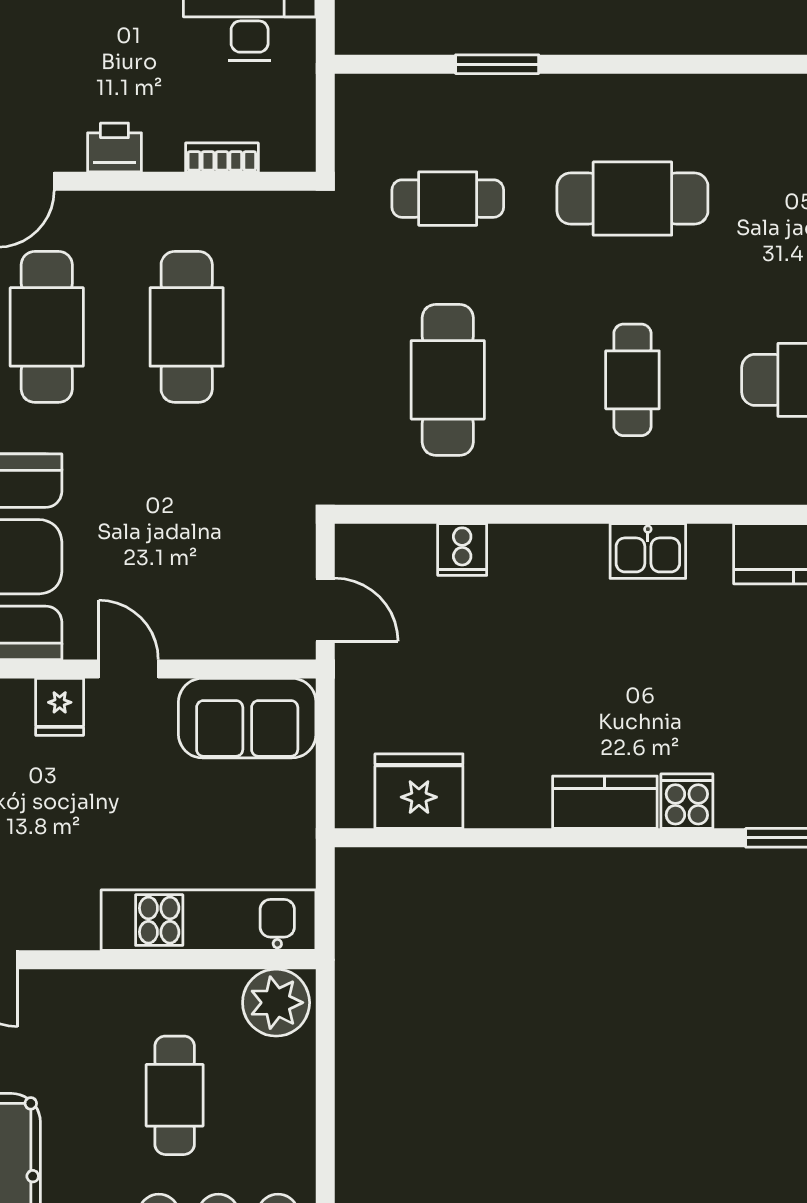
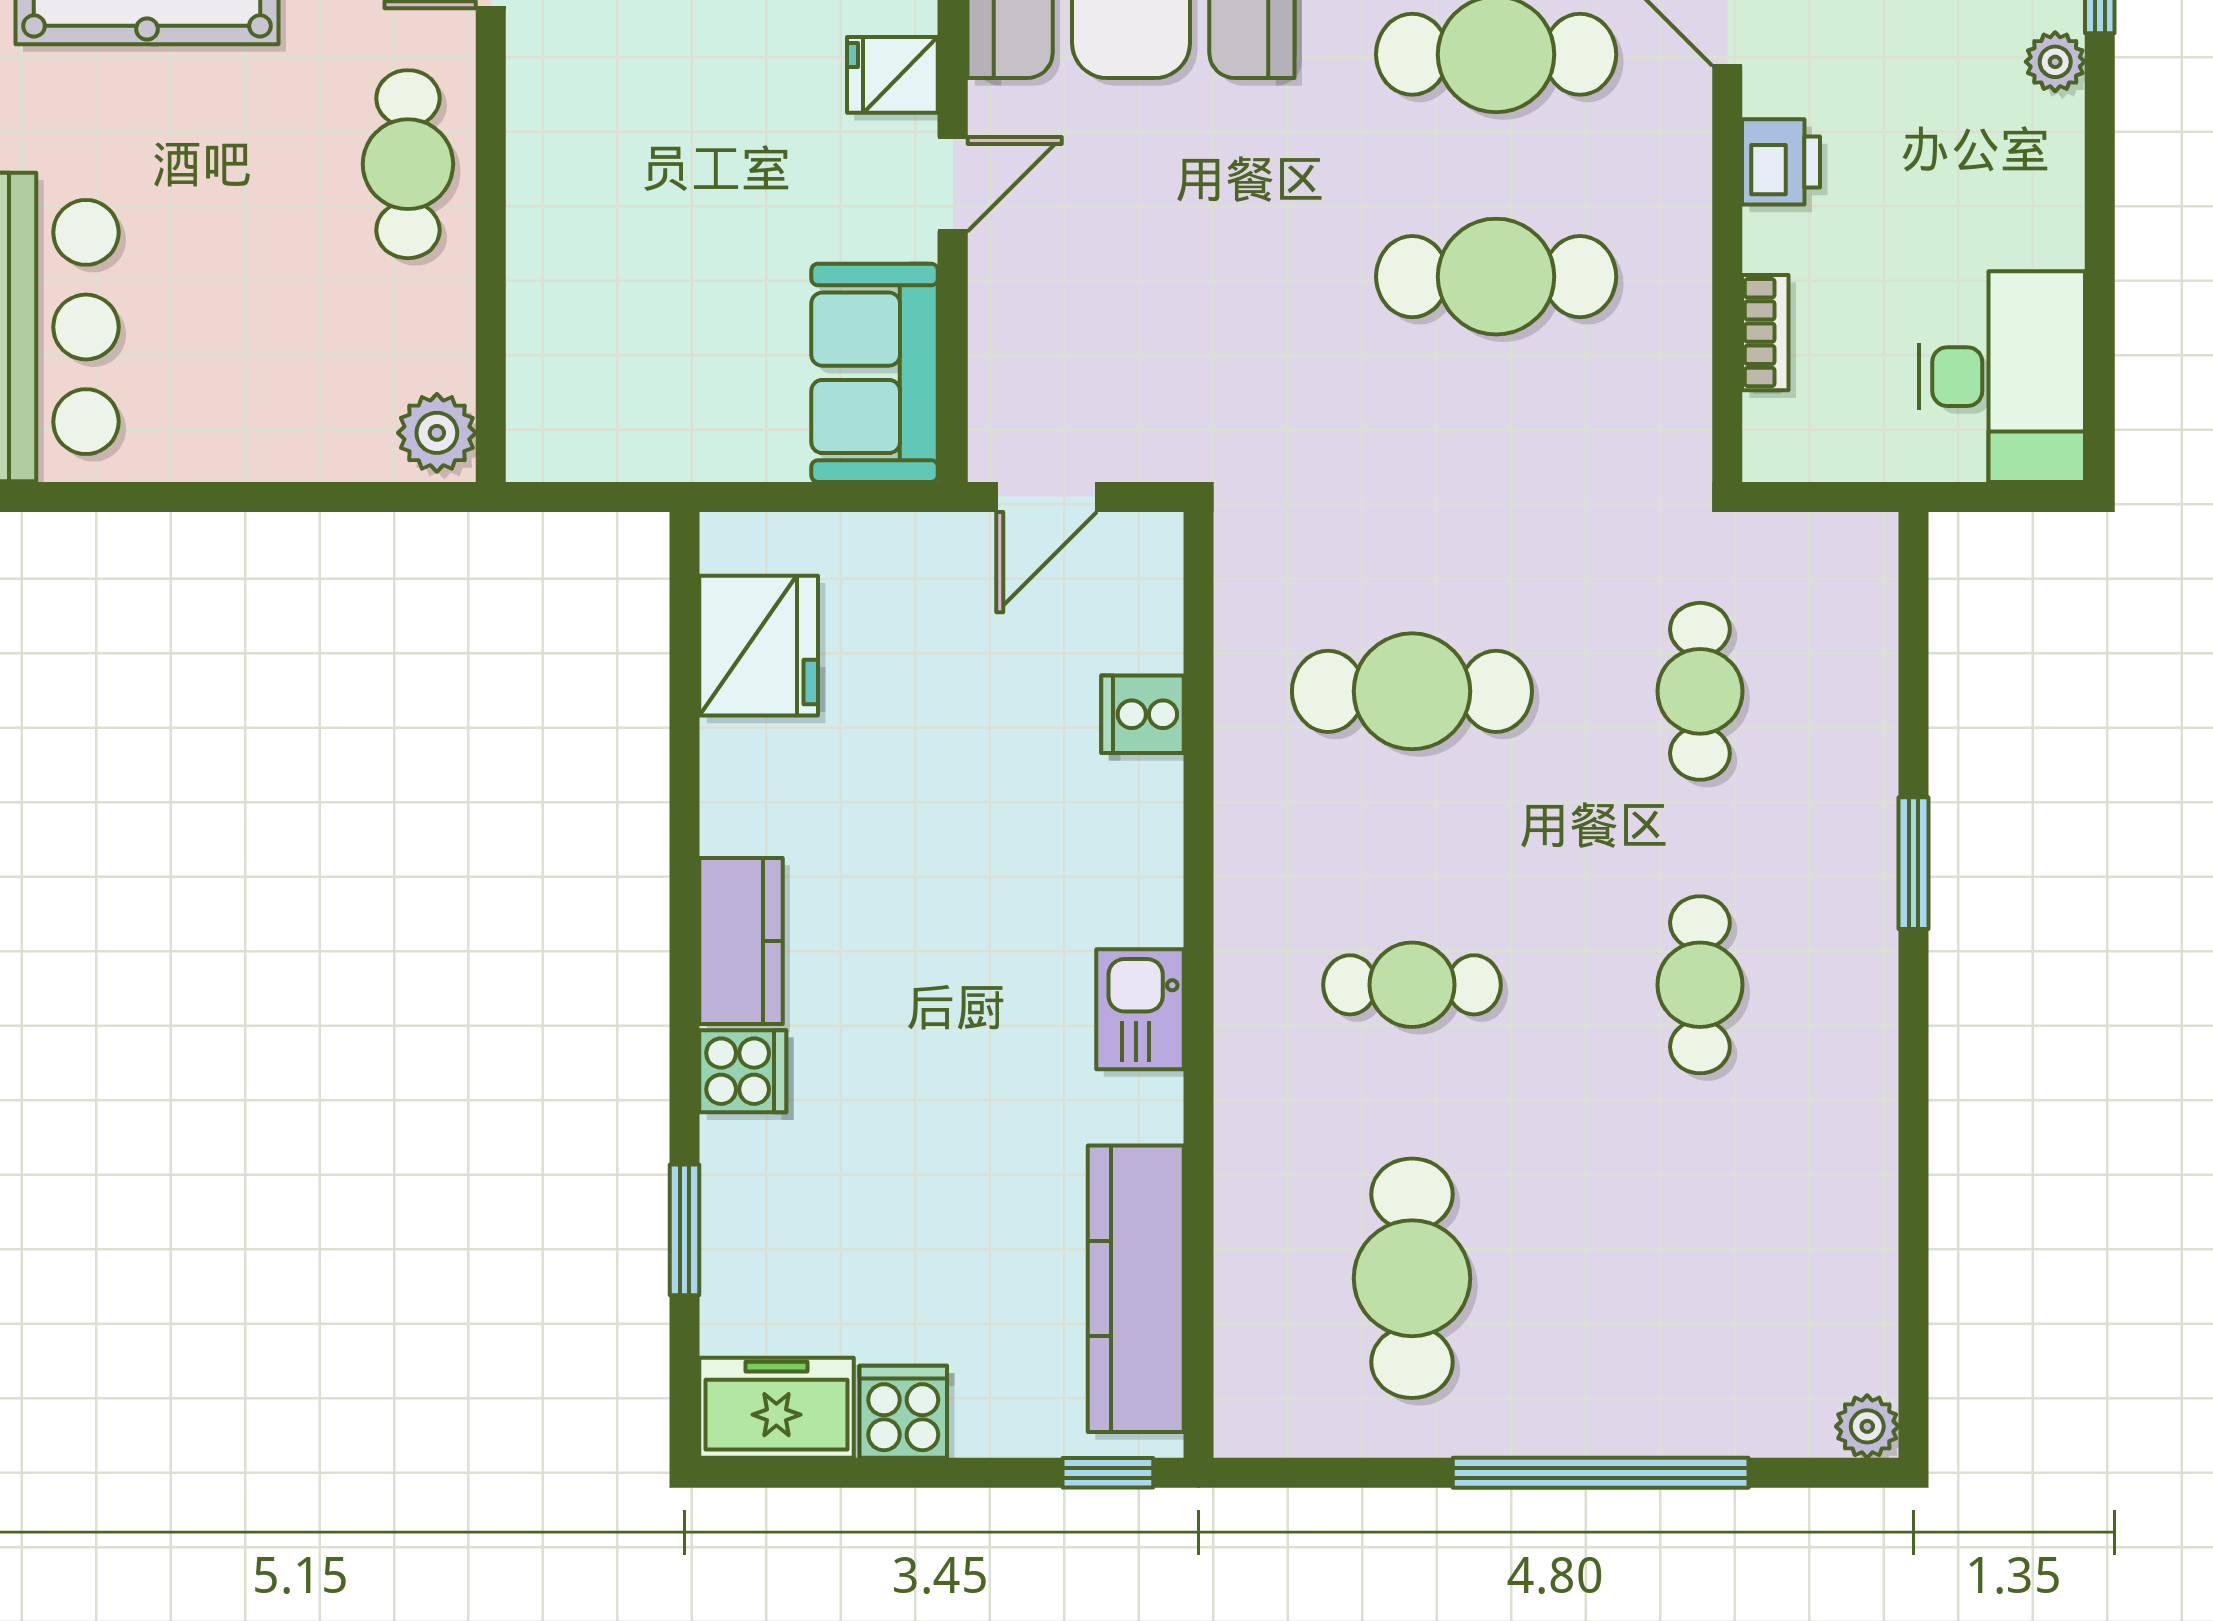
window: (497, 64) -> (1913, 863), moved
cafe table: (632, 199) -> (1700, 985), width x0.73, depth x0.74
kitchen unit: (209, 920) -> (554, 311), removed
plant: (276, 1003) -> (437, 433), width x0.73, depth x0.73
cafe table: (175, 1095) -> (408, 164), moved, turned 90

